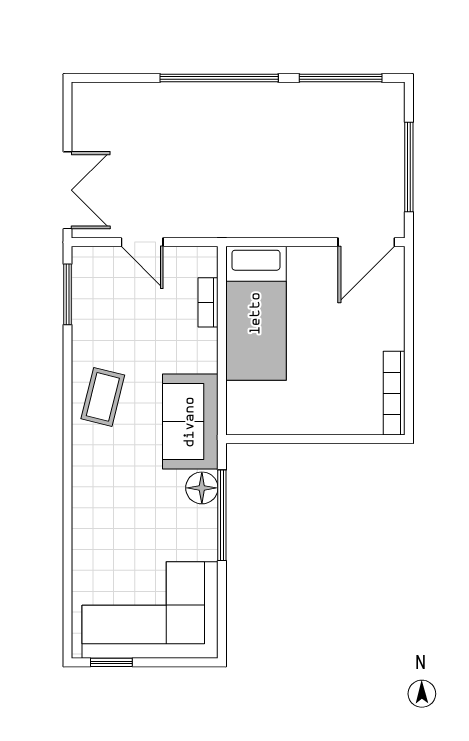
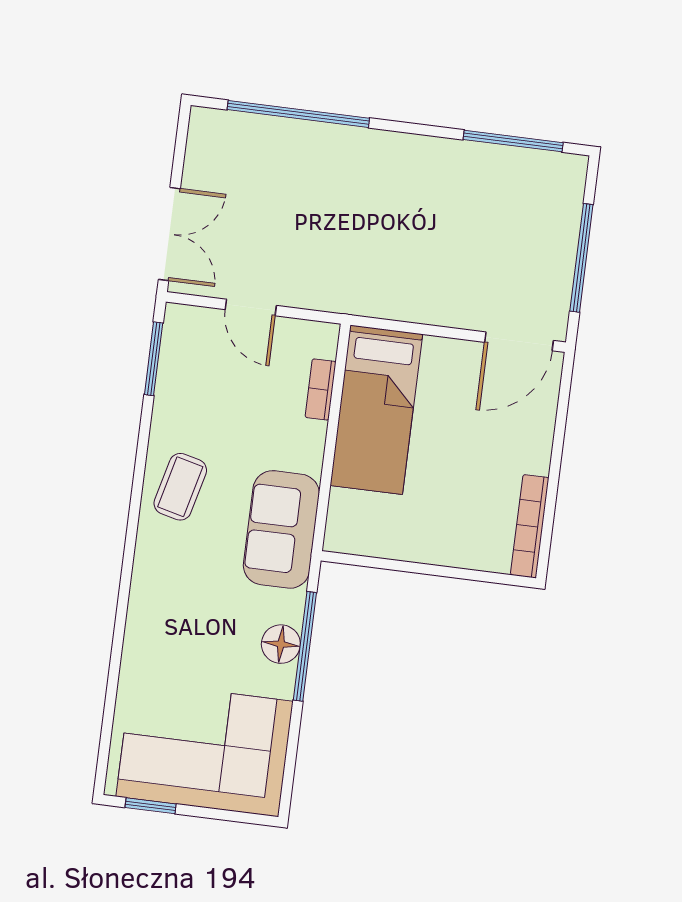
window: (219, 78) -> (298, 114), moved
floor lamp: (202, 488) -> (281, 644), moved

